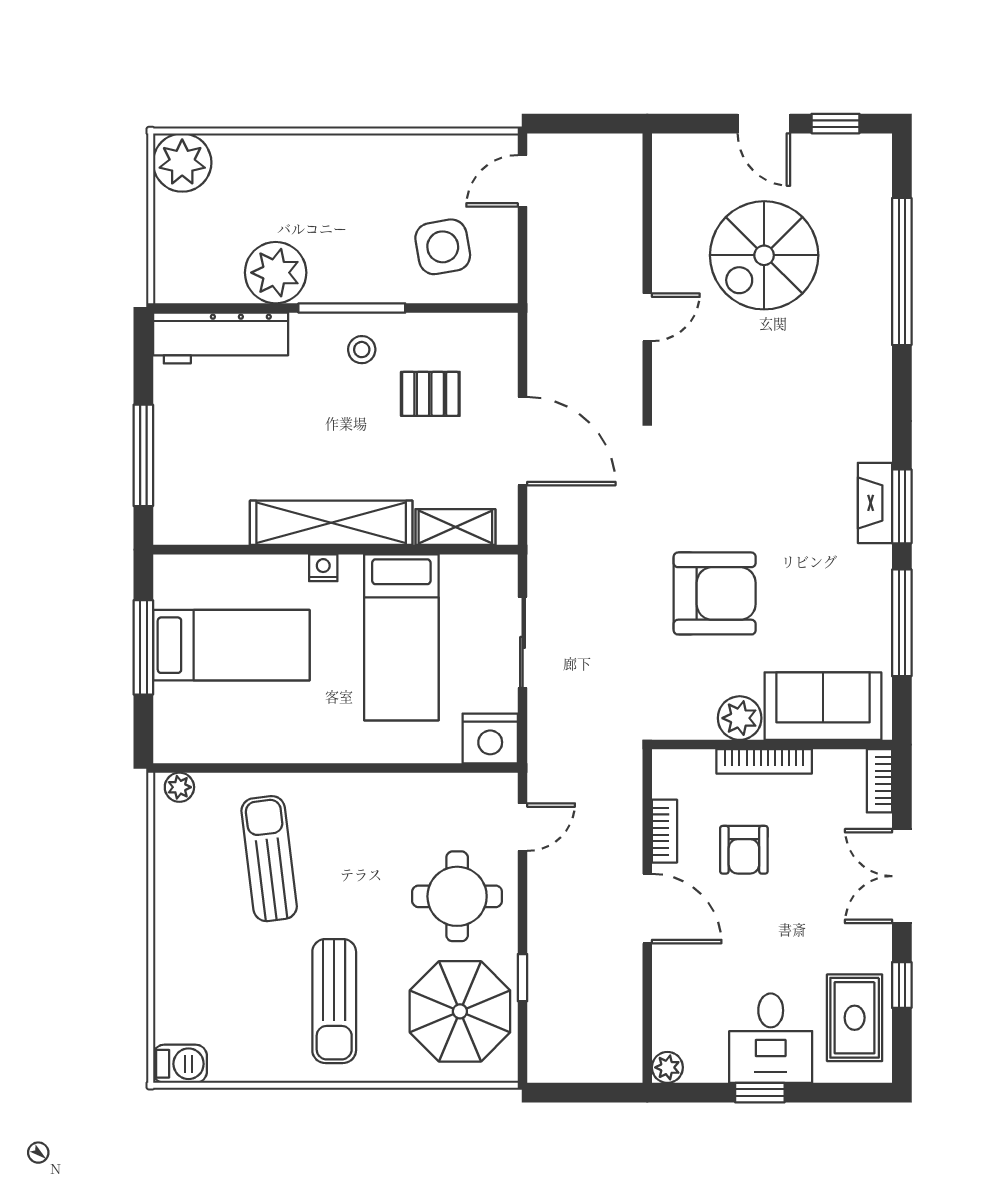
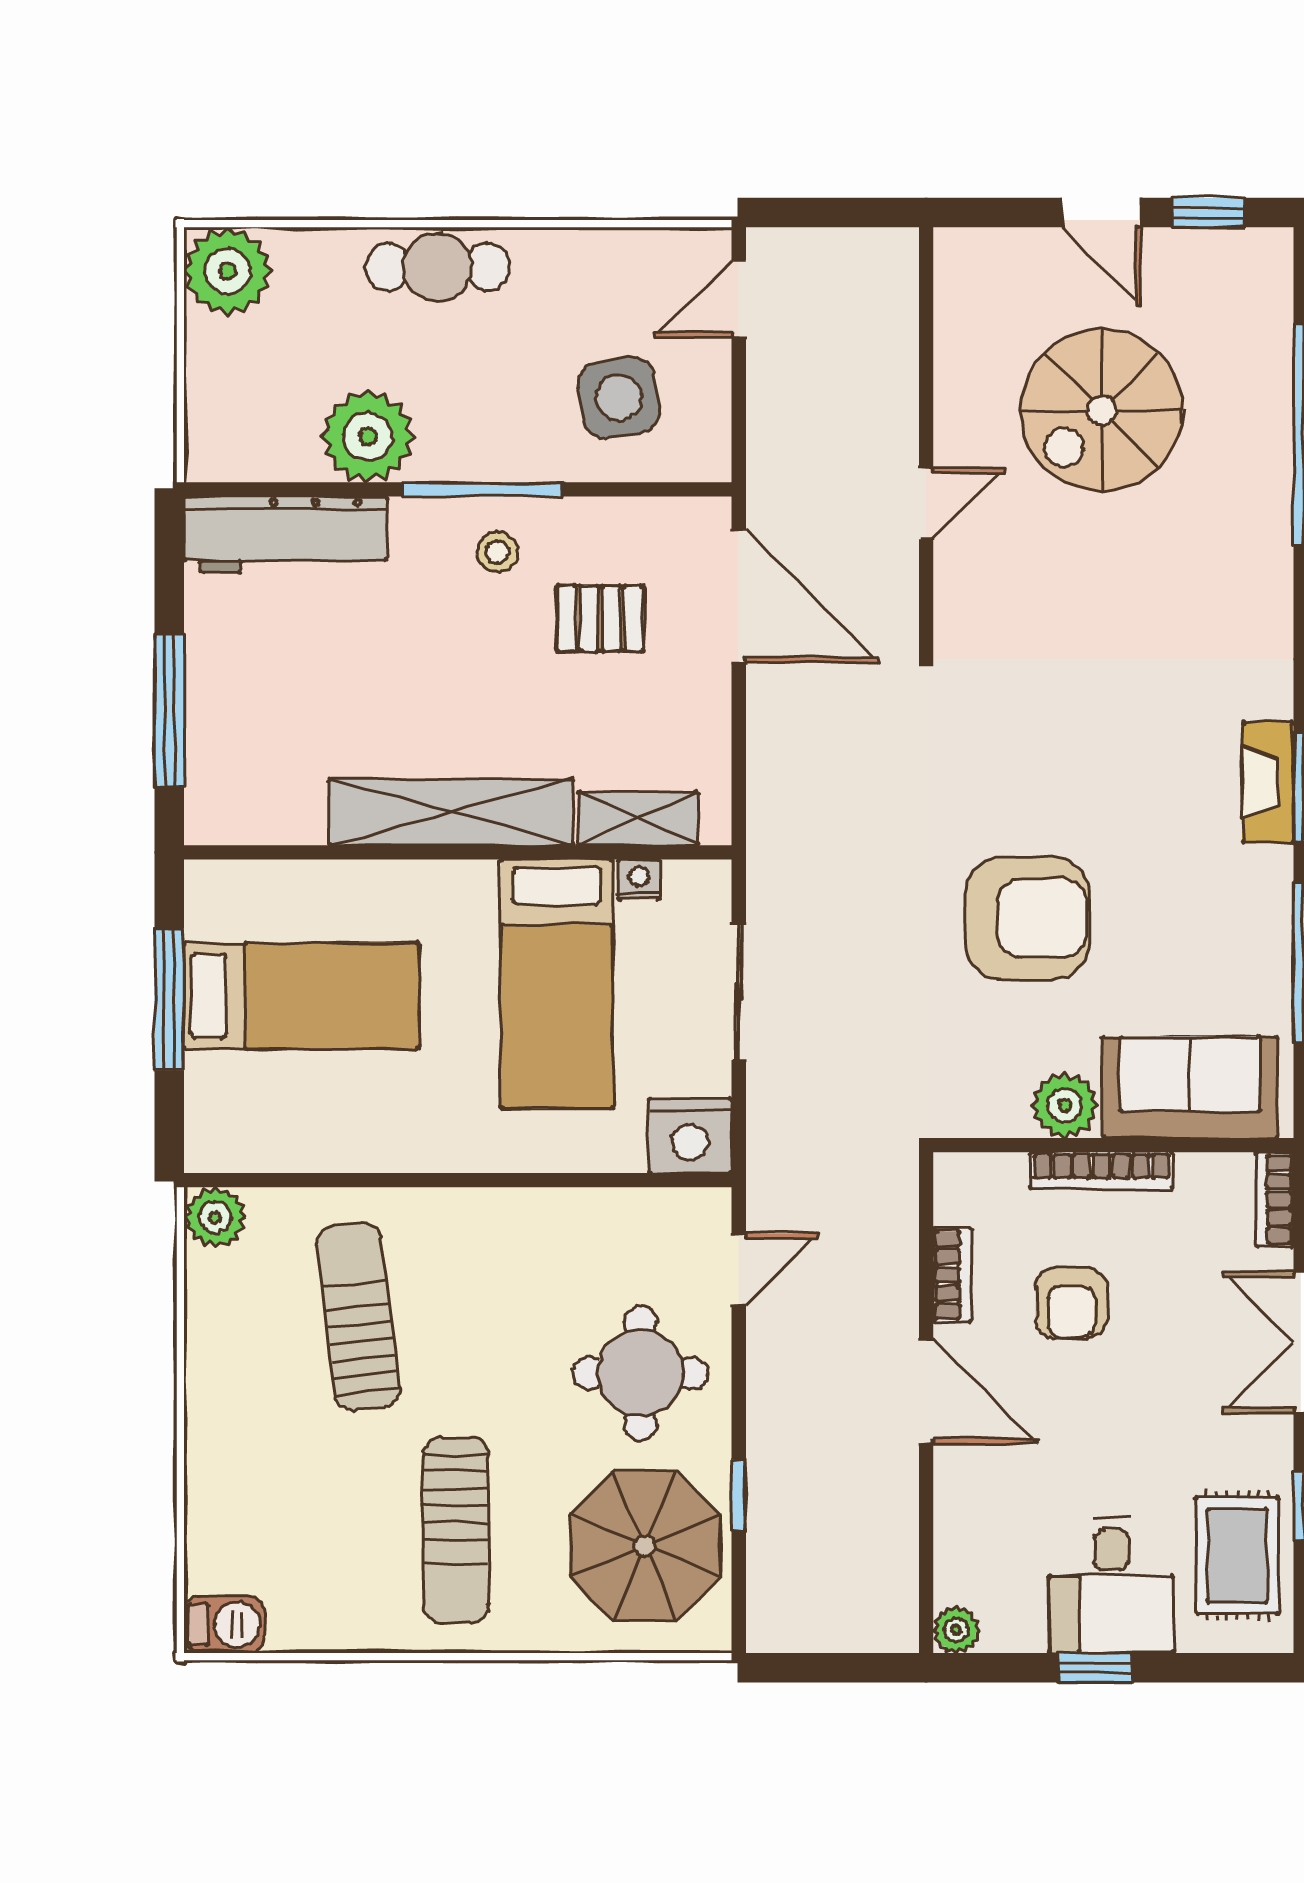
cafe table: (322, 160) -> (437, 267), added
door: (523, 441) -> (739, 596), moved
nightstand: (323, 568) -> (639, 880), moved
plant: (179, 787) -> (215, 1217), width x1.38, depth x1.38

